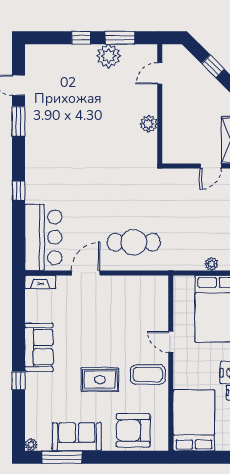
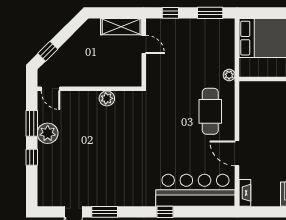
window: (213, 66) -> (48, 51), moved
door: (160, 73) -> (50, 89), moved
bar counter: (43, 237) -> (195, 190), width x1.36
plant: (212, 264) -> (229, 75), moved

